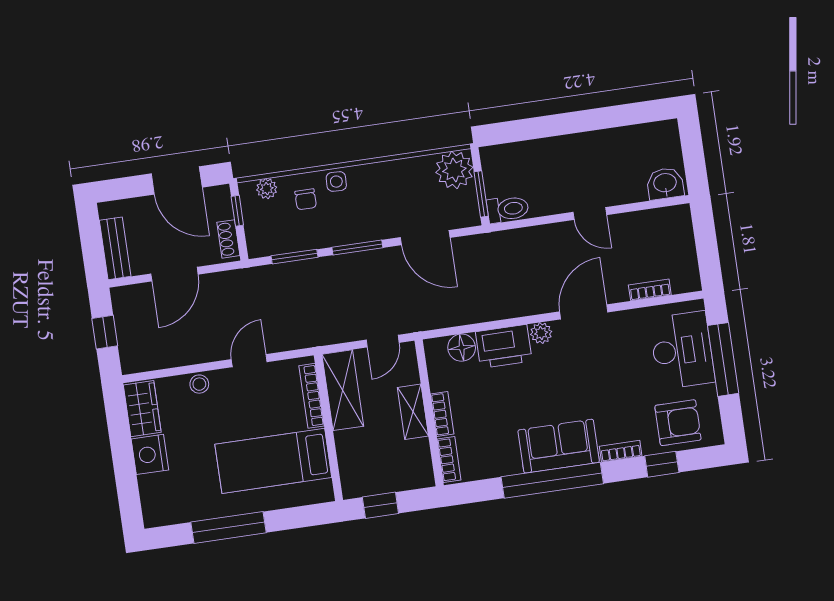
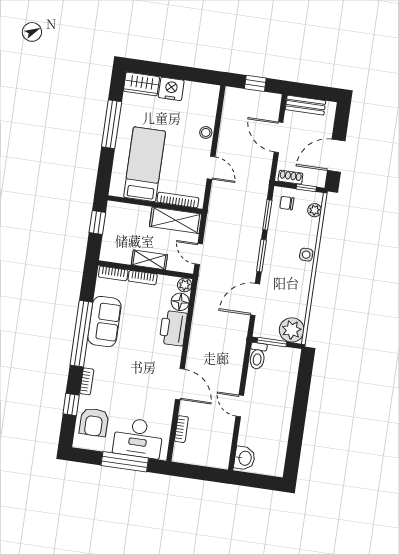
chair: (306, 199) -> (287, 203), moved
door: (590, 214) -> (240, 406), hinge flipped
plant: (541, 333) -> (185, 285), moved
wardrobe: (142, 409) -> (141, 84), moved
sofa: (559, 446) -> (104, 322), moved

